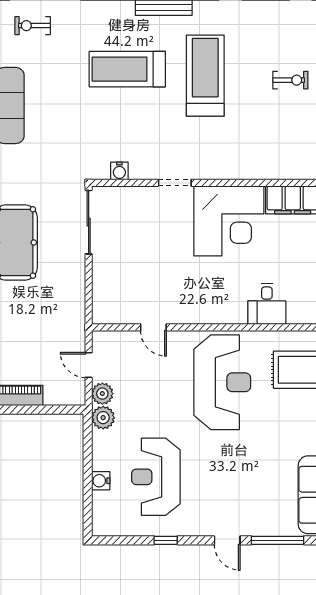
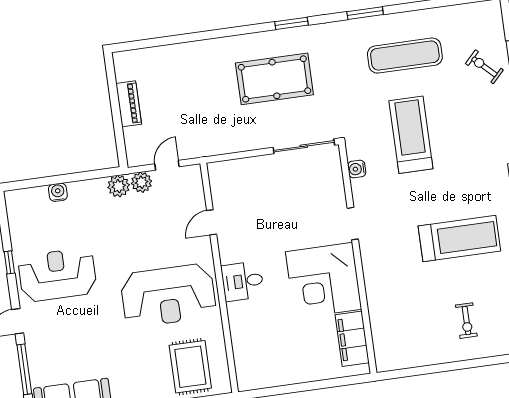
exercise bike: (33, 26) -> (484, 67), turned -46
treadmill: (127, 69) -> (411, 135), moved
desk: (267, 304) -> (243, 281), moved
reception desk: (156, 477) -> (57, 275), moved

